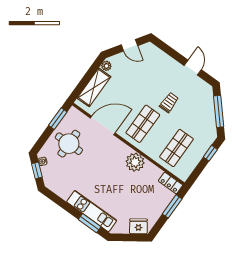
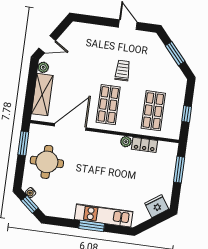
door: (129, 45) -> (47, 44), moved
window: (219, 111) -> (175, 54), width x0.69
window: (210, 153) -> (187, 114), moved
plant: (135, 162) -> (126, 142), width x0.53, depth x0.53
locker: (171, 183) -> (145, 145), moved
window: (90, 223) -> (92, 226), moved

